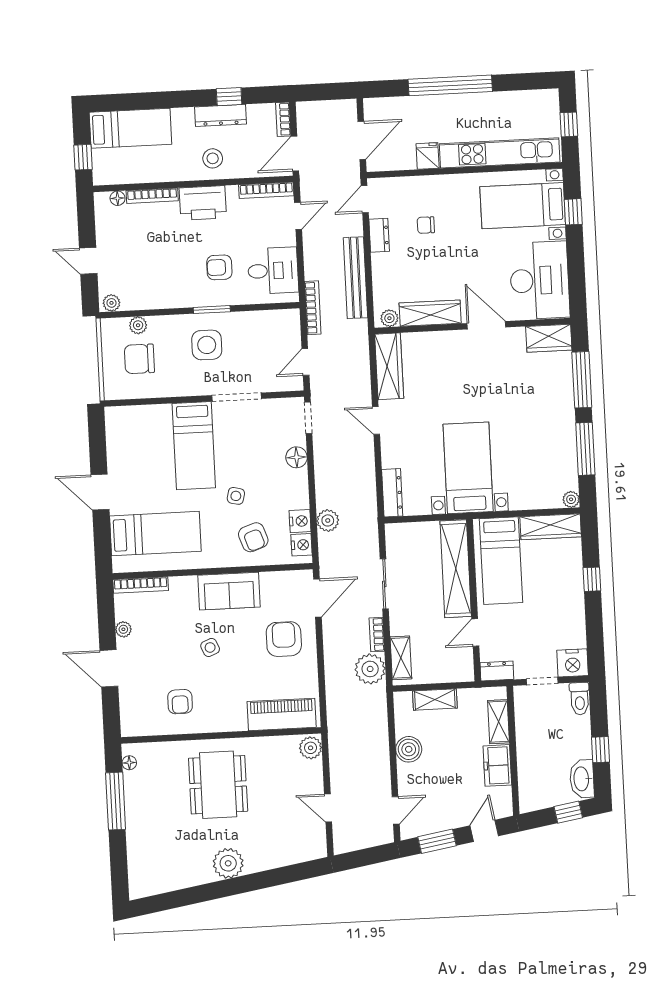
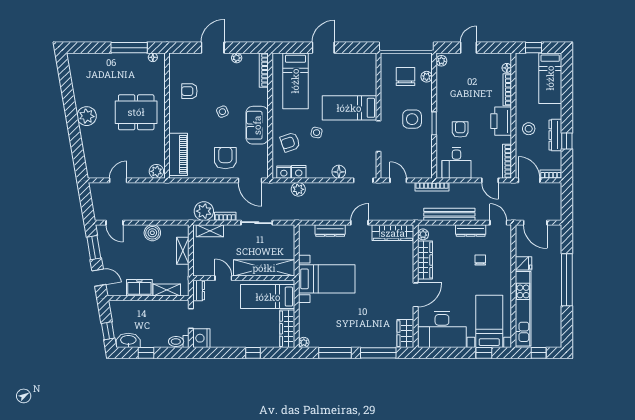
dresser: (379, 235) -> (471, 231), width x1.44
dresser: (392, 493) -> (330, 231), moved
armchair: (284, 639) -> (225, 158), turned -90

